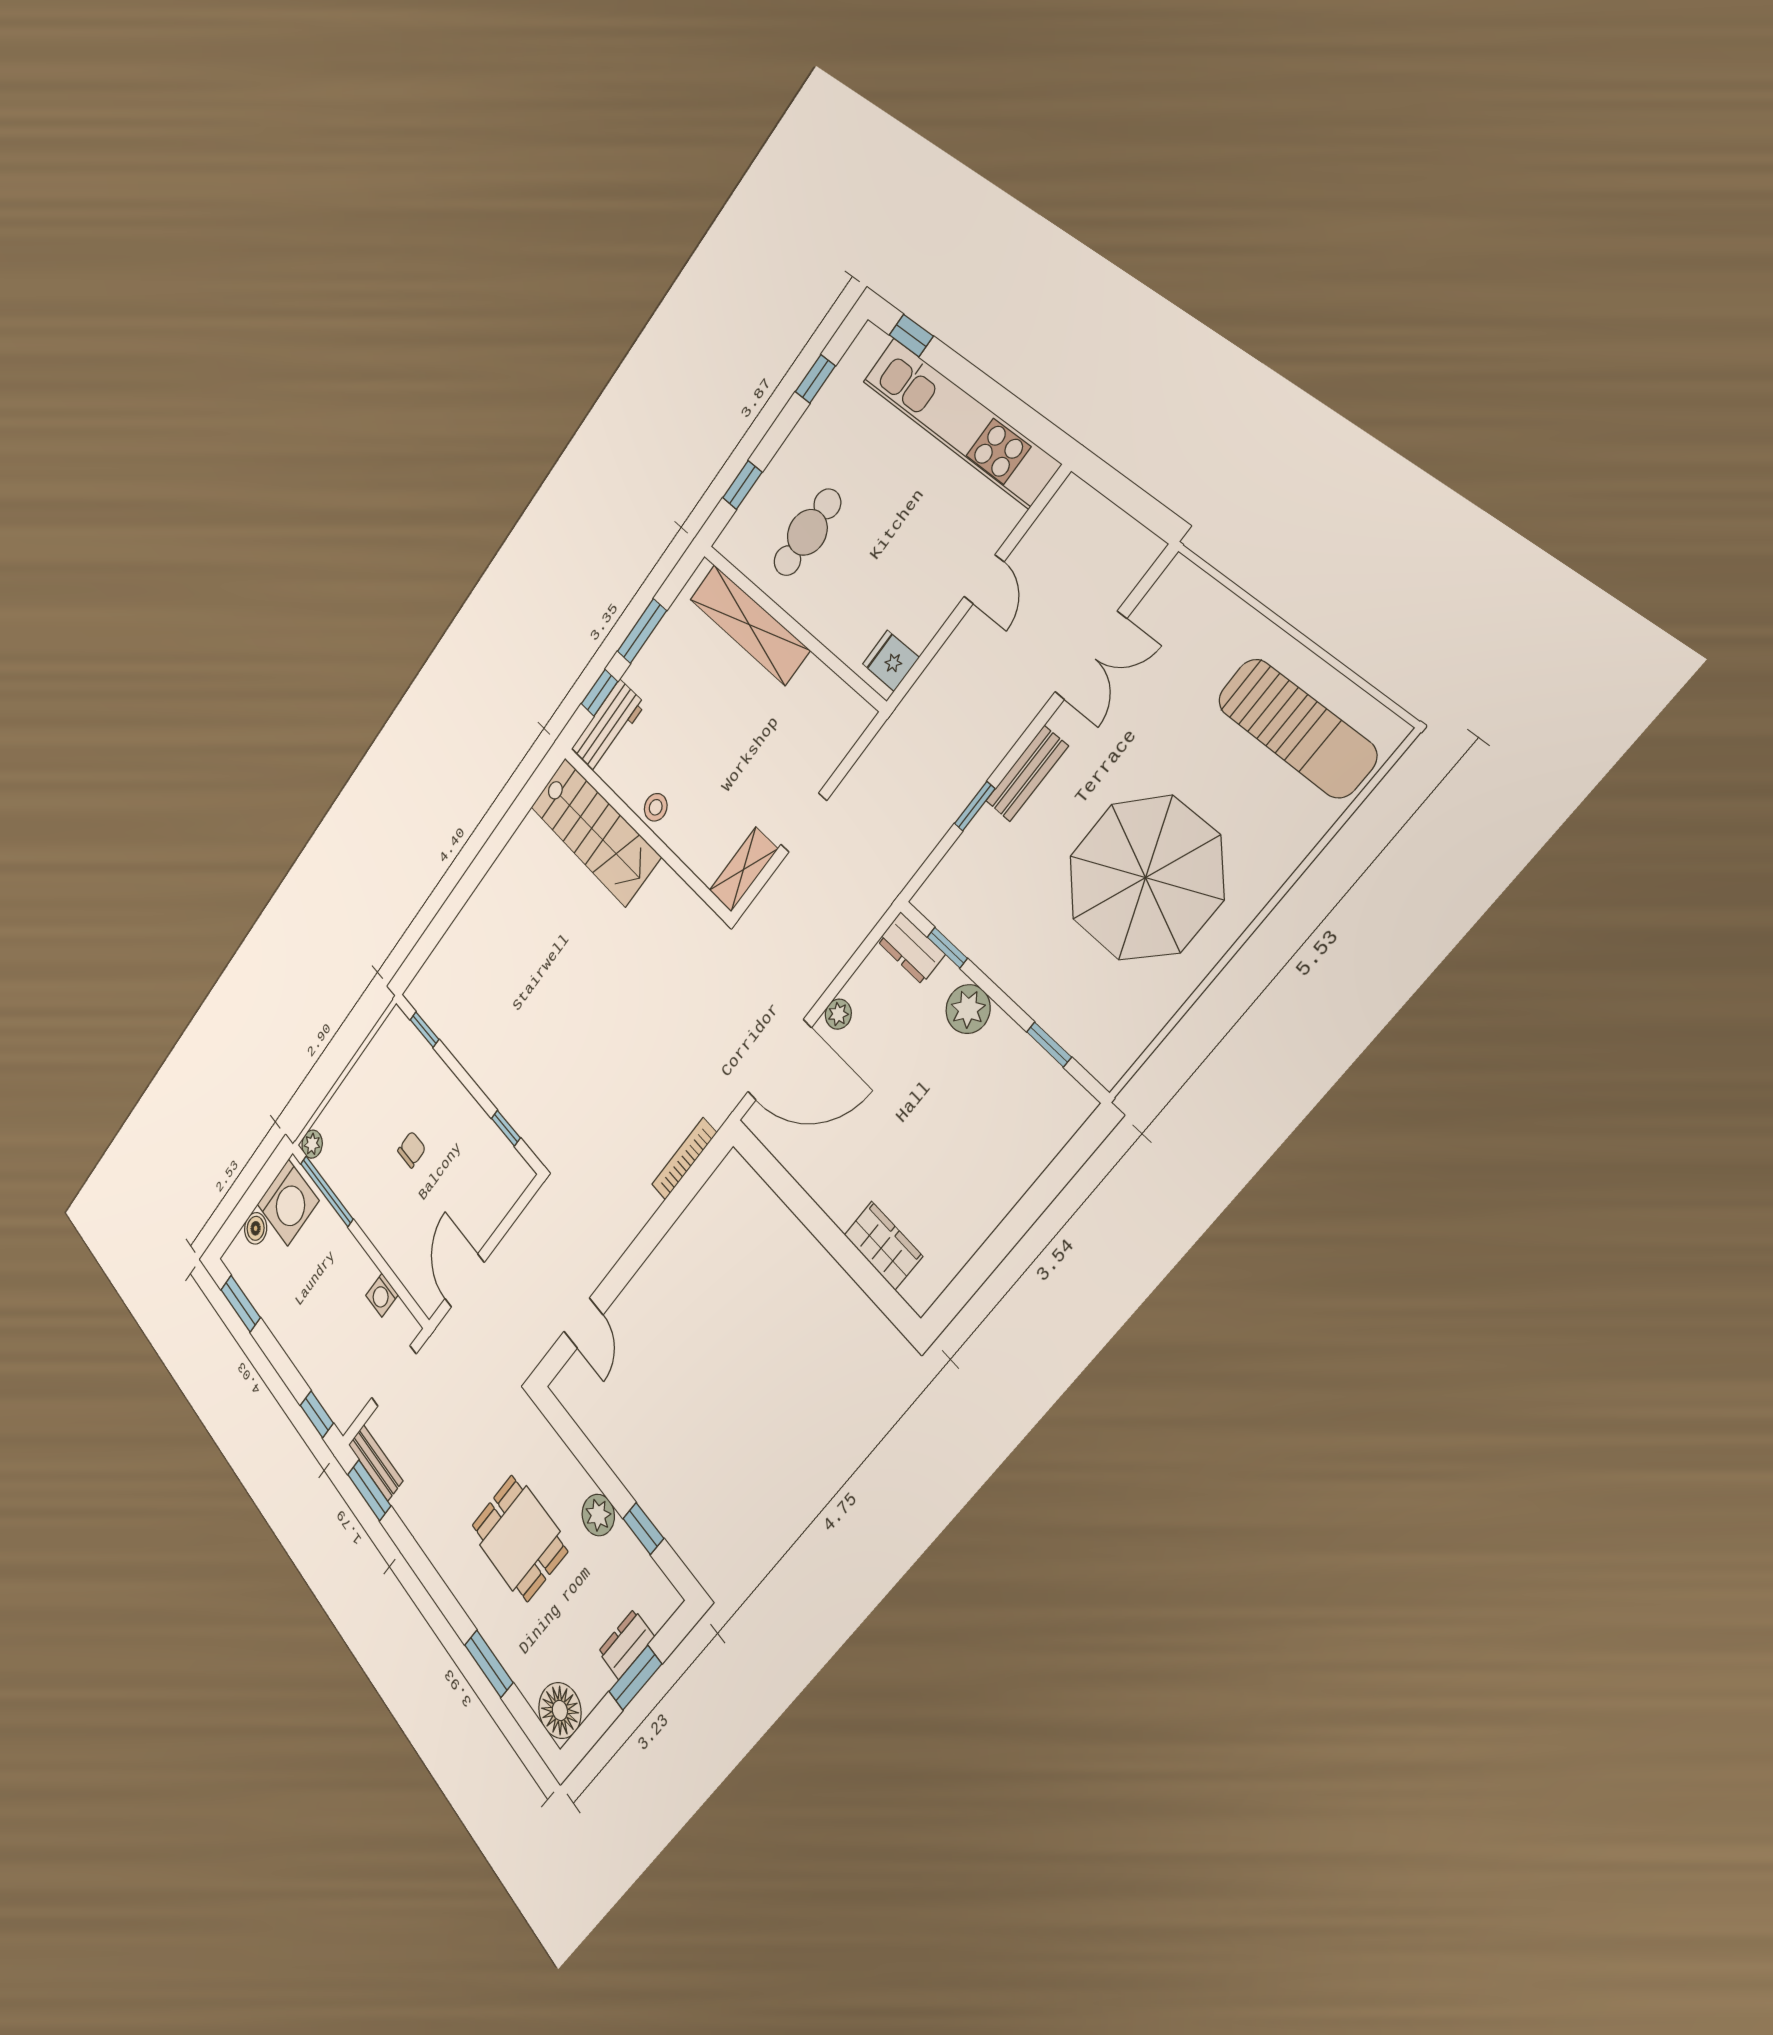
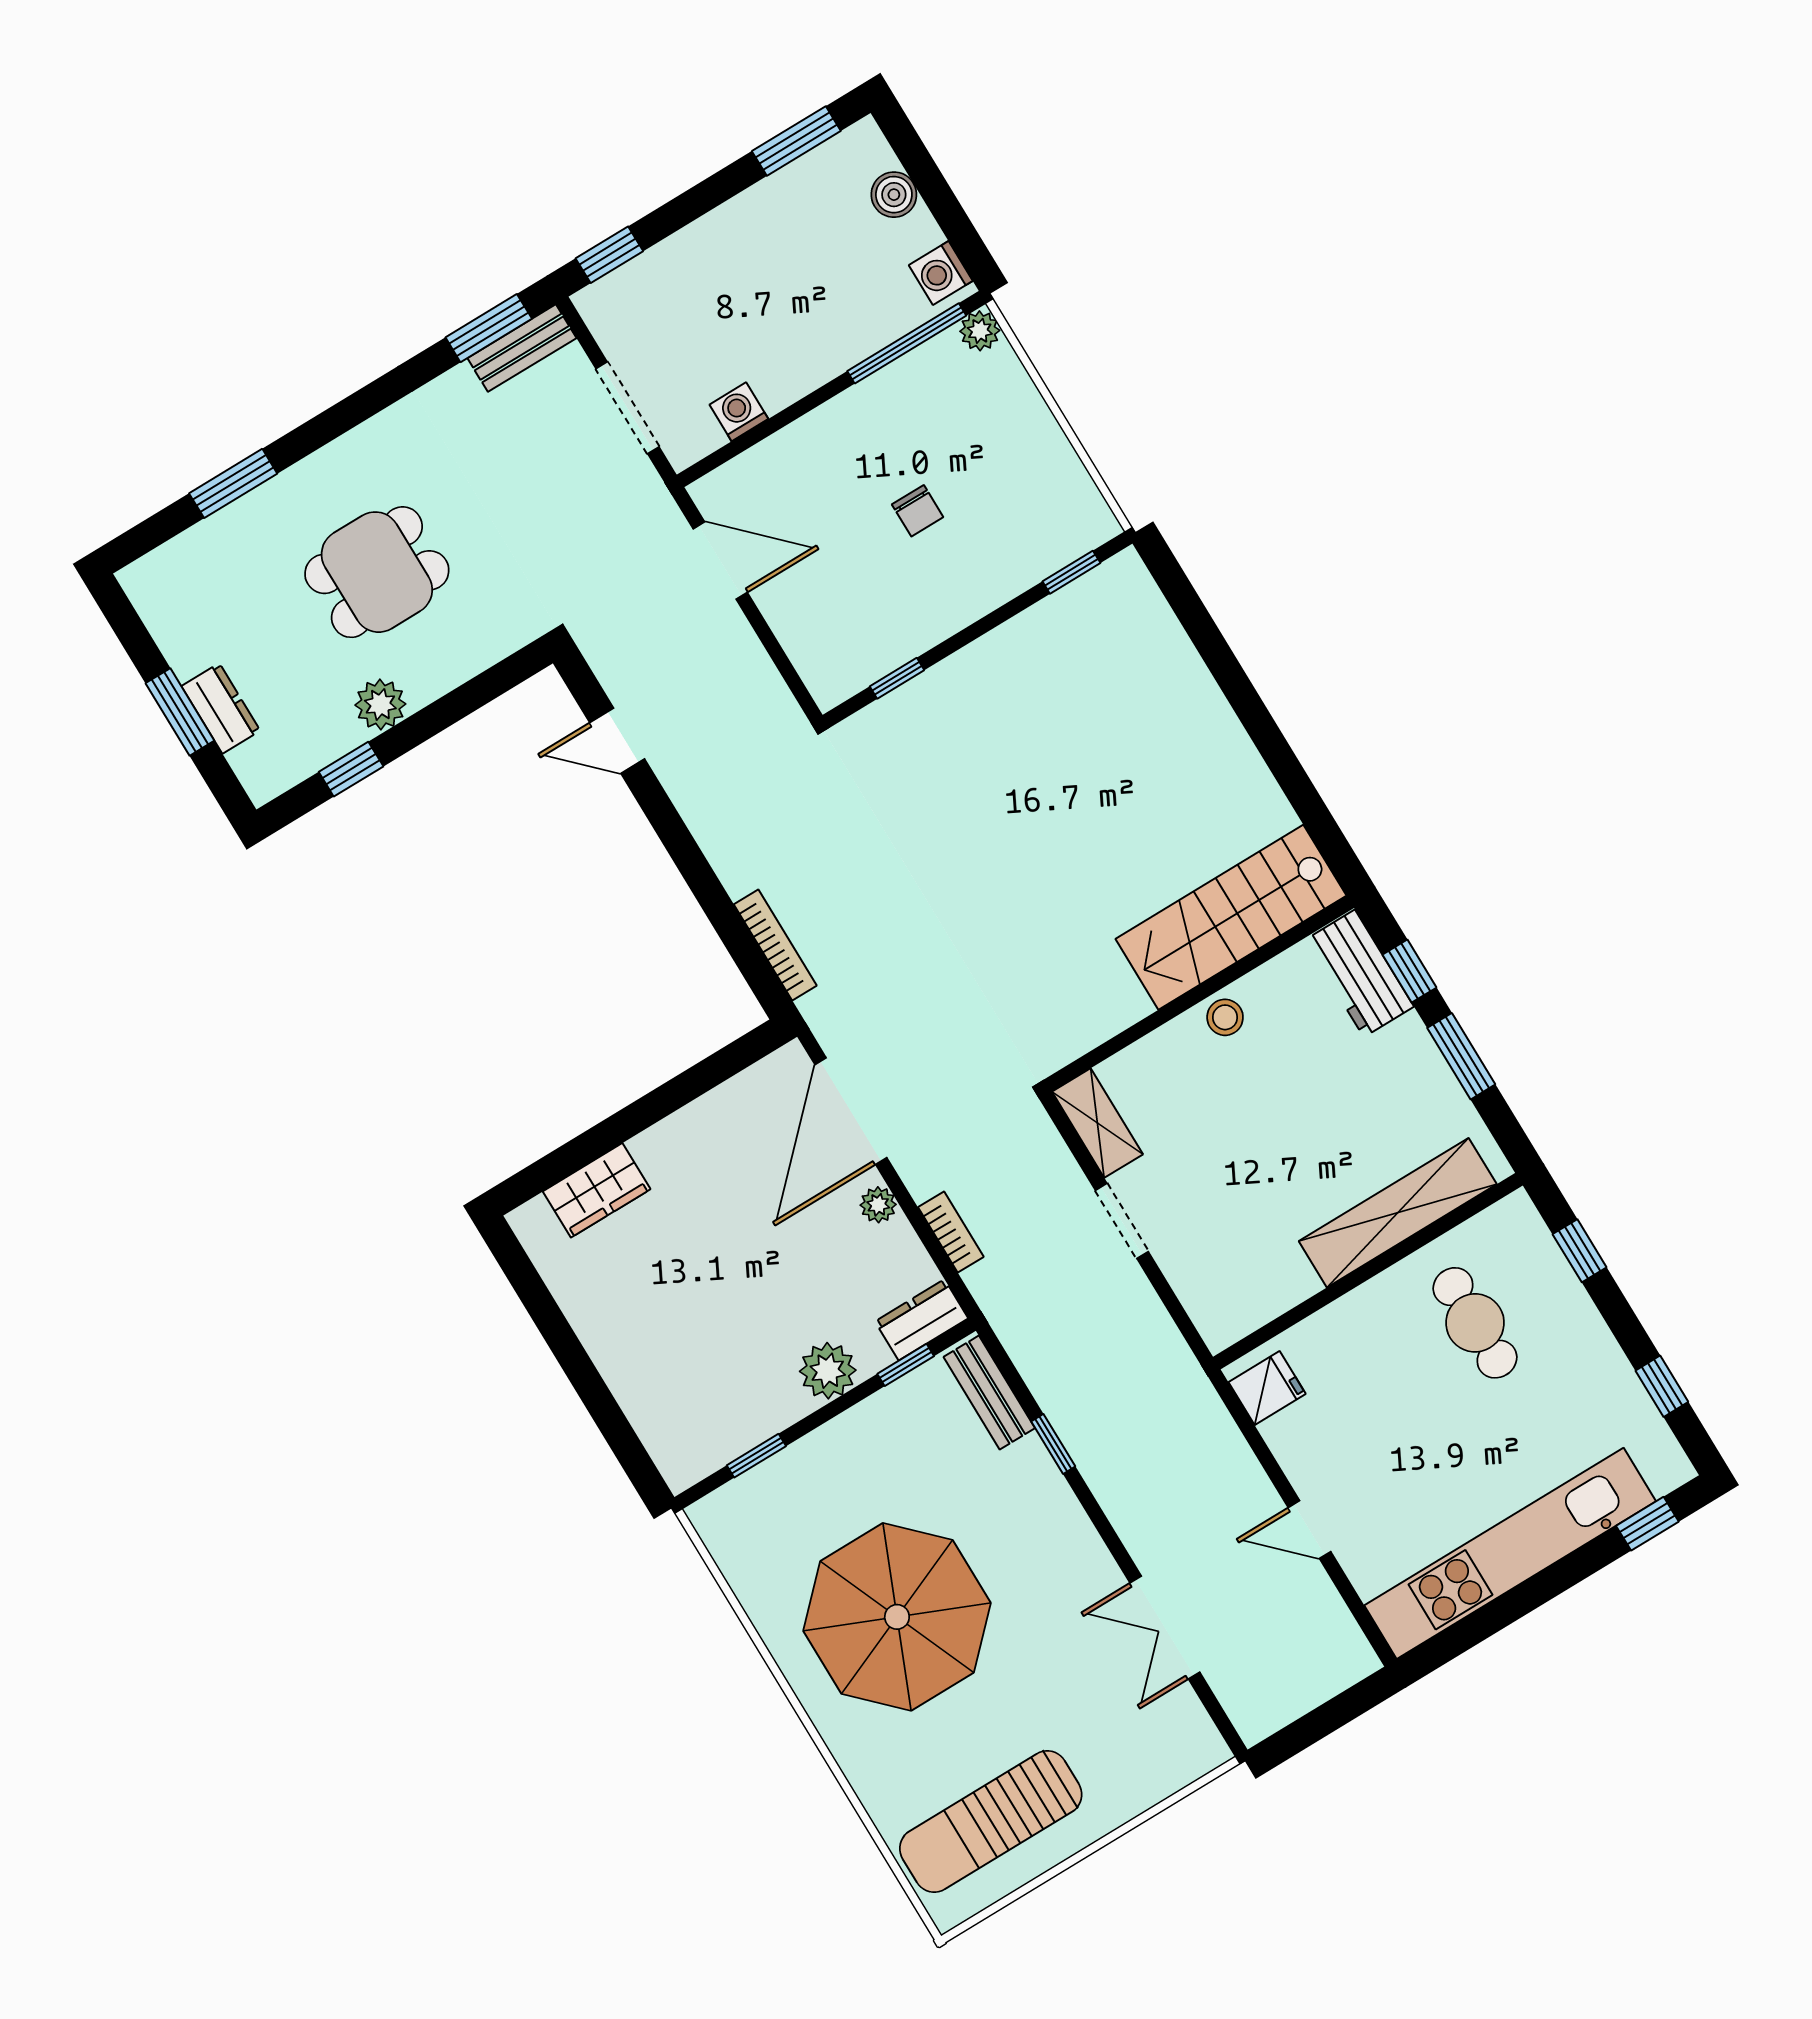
bench: (1027, 774) -> (989, 1393), moved
bookcase: (843, 950) -> (951, 1232), added
washing machine: (288, 1202) -> (941, 273), width x0.53, depth x0.53
floor lamp: (560, 1710) -> (159, 585), removed

